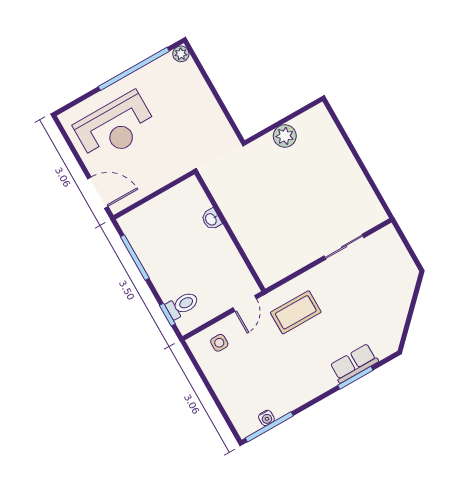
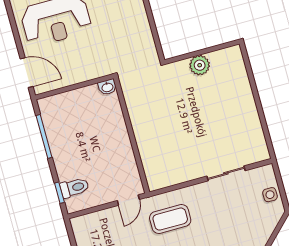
washbasin: (211, 219) -> (107, 87), moved, turned -90
side table: (219, 343) -> (270, 195), moved

